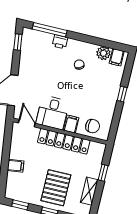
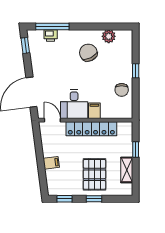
printer: (60, 42) -> (51, 35), moved
filing cabinet: (117, 57) -> (122, 37), removed
chair: (79, 65) -> (88, 53), width x1.87, depth x1.87
chair: (93, 126) -> (122, 90), moved, turned 90

